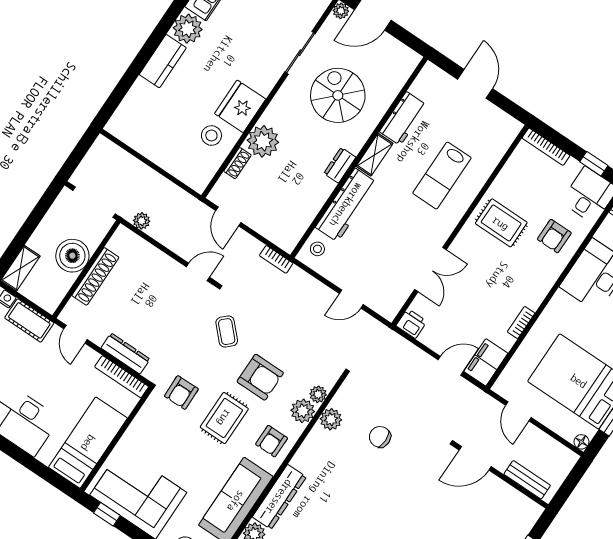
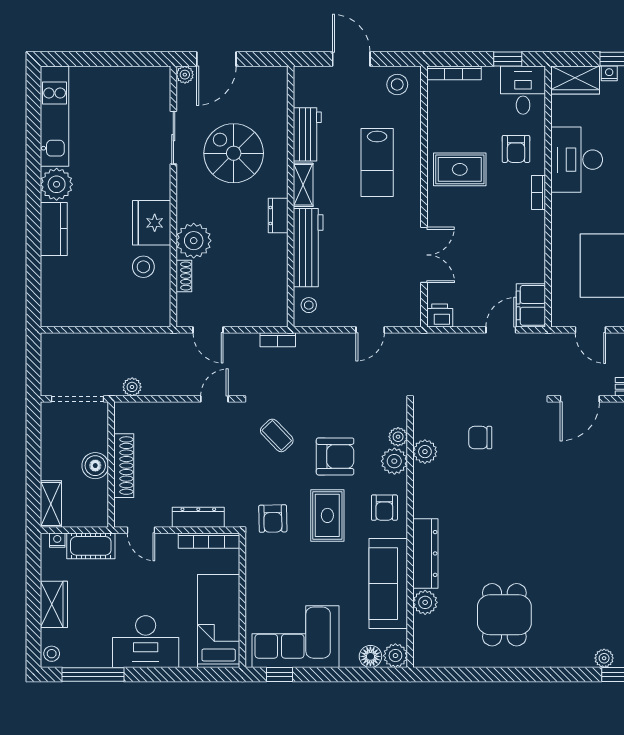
stool: (497, 127) -> (397, 84), added
boiler: (72, 256) -> (95, 466), width x0.73, depth x0.73
bookcase: (521, 322) -> (539, 192), moved

